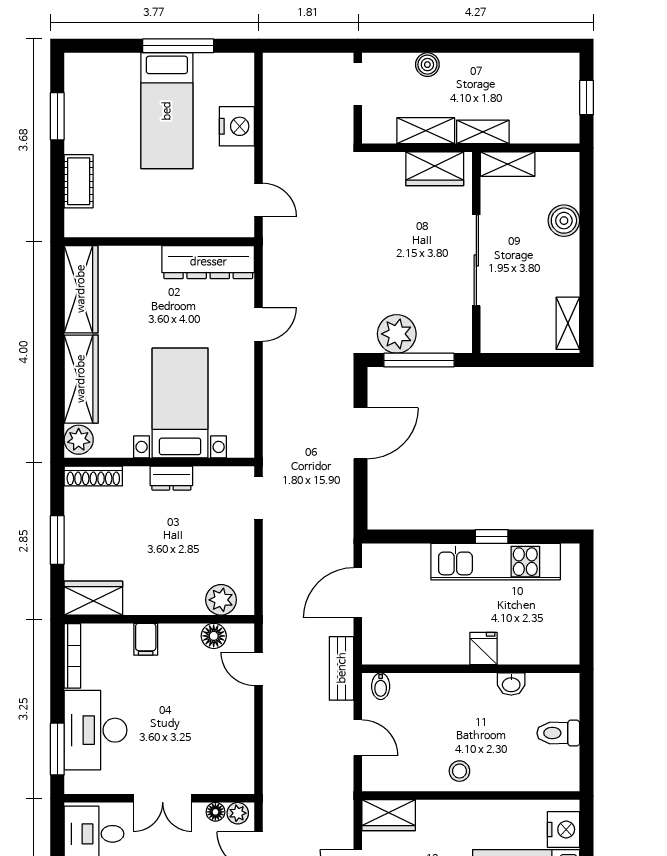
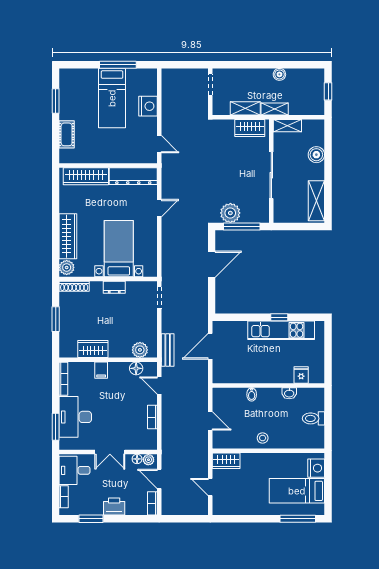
boiler: (427, 65) -> (279, 74), moved
wardrobe: (81, 289) -> (86, 176), moved, turned 90
shelving: (568, 323) -> (316, 201), width x1.50, depth x1.33
wardrobe: (93, 598) -> (93, 349), moved
fridge: (484, 648) -> (301, 375), moved
bench: (342, 668) -> (168, 350), moved
bidet: (381, 686) -> (252, 394), moved
bookcase: (245, 730) -> (152, 417), added

